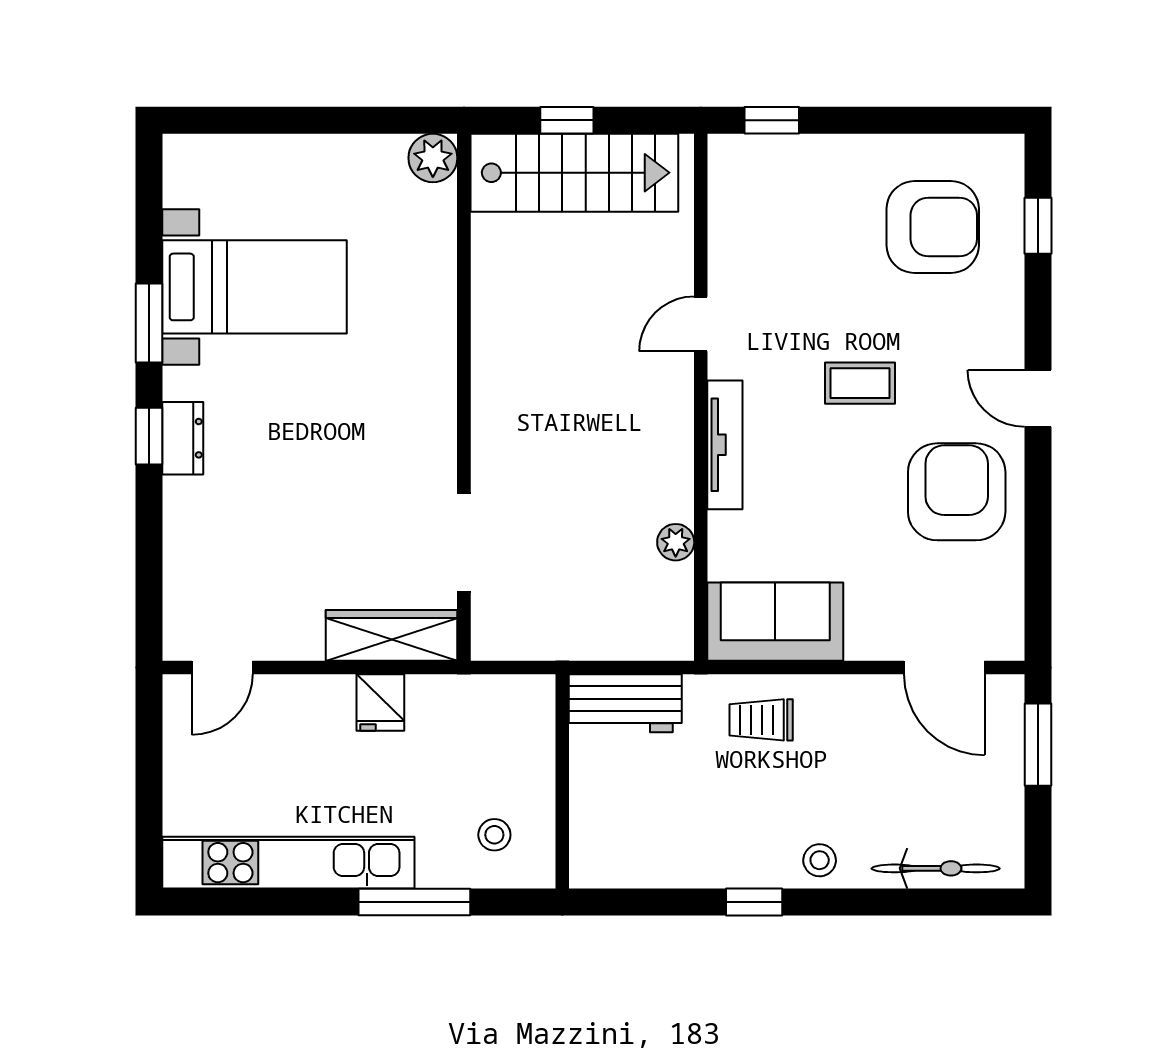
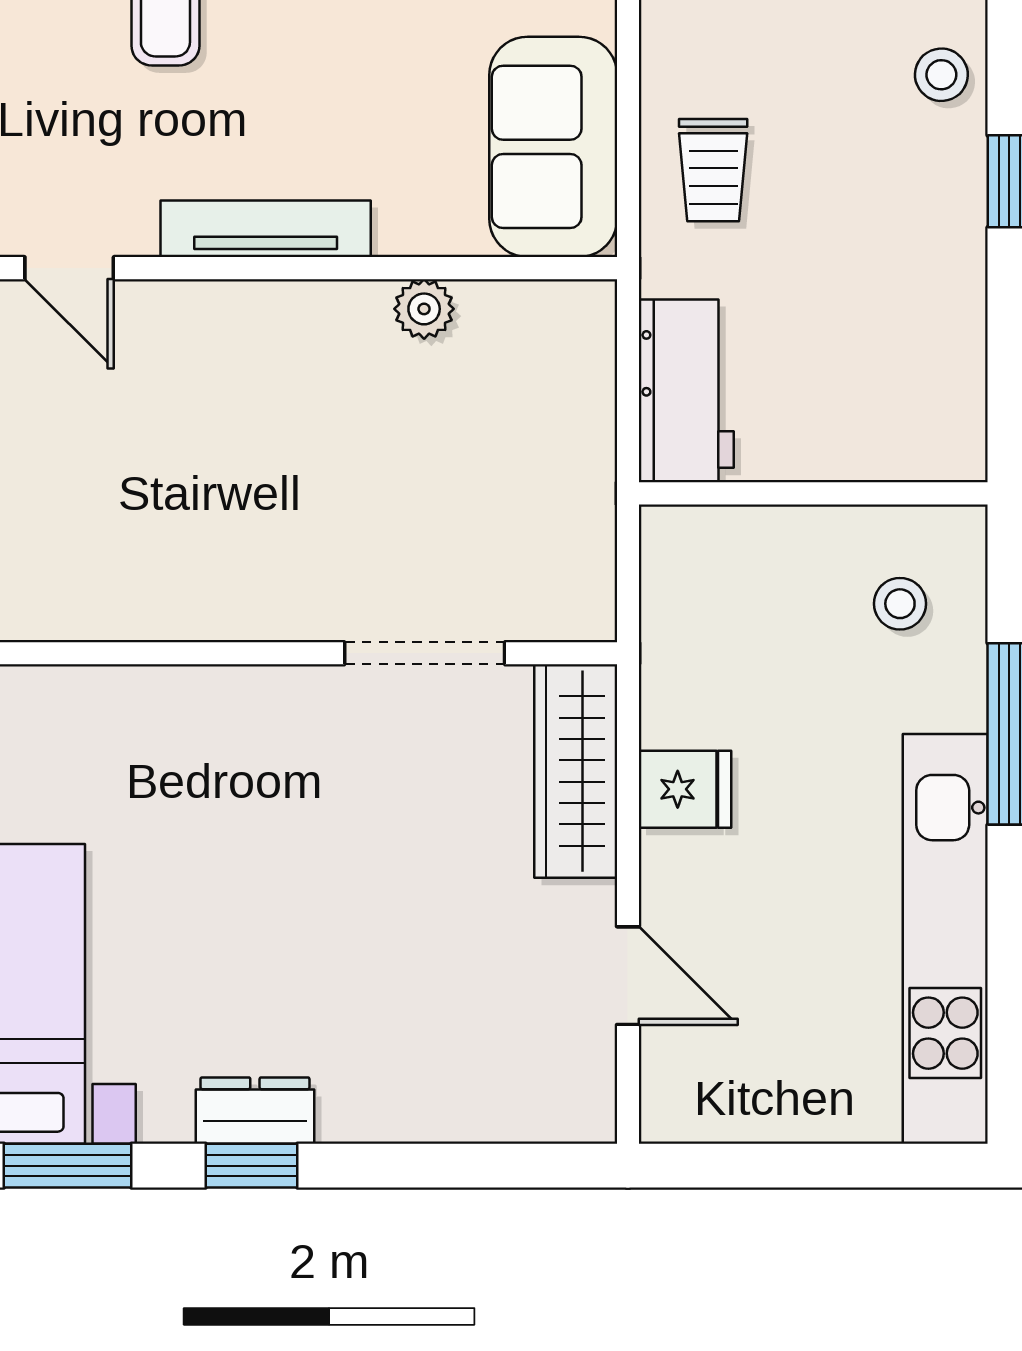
door: (222, 668) -> (628, 976), moved

